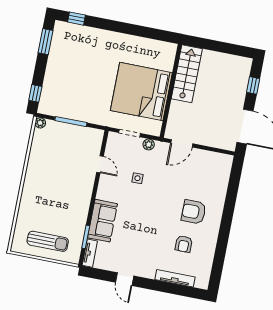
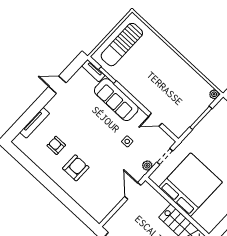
sofa: (103, 221) -> (116, 100), width x1.36
sun lounger: (48, 241) -> (122, 45), width x1.36, depth x1.34

